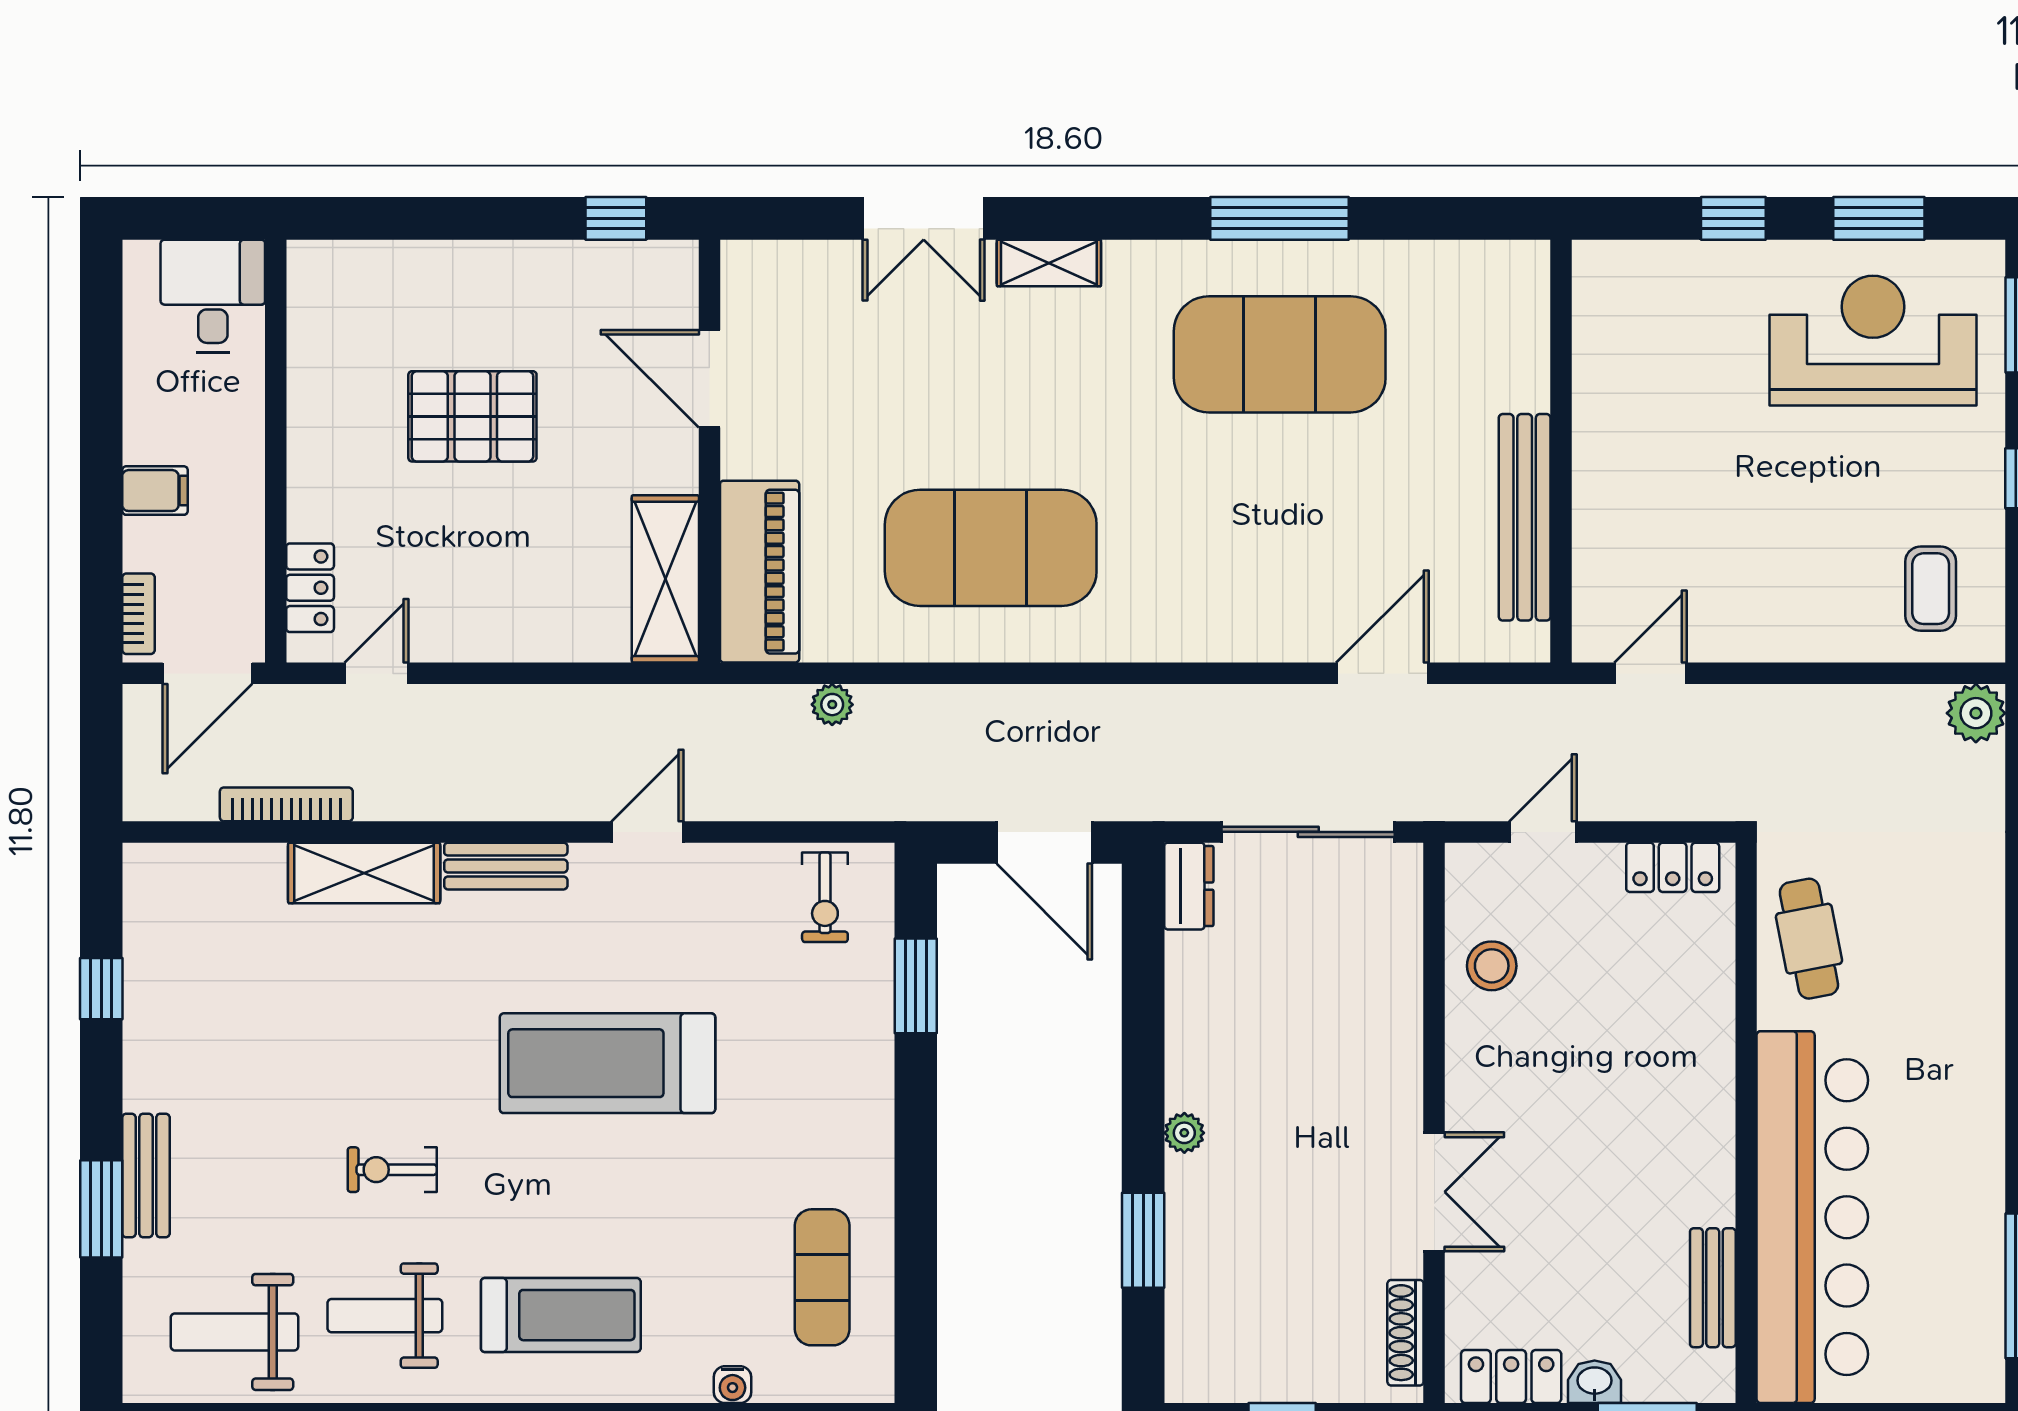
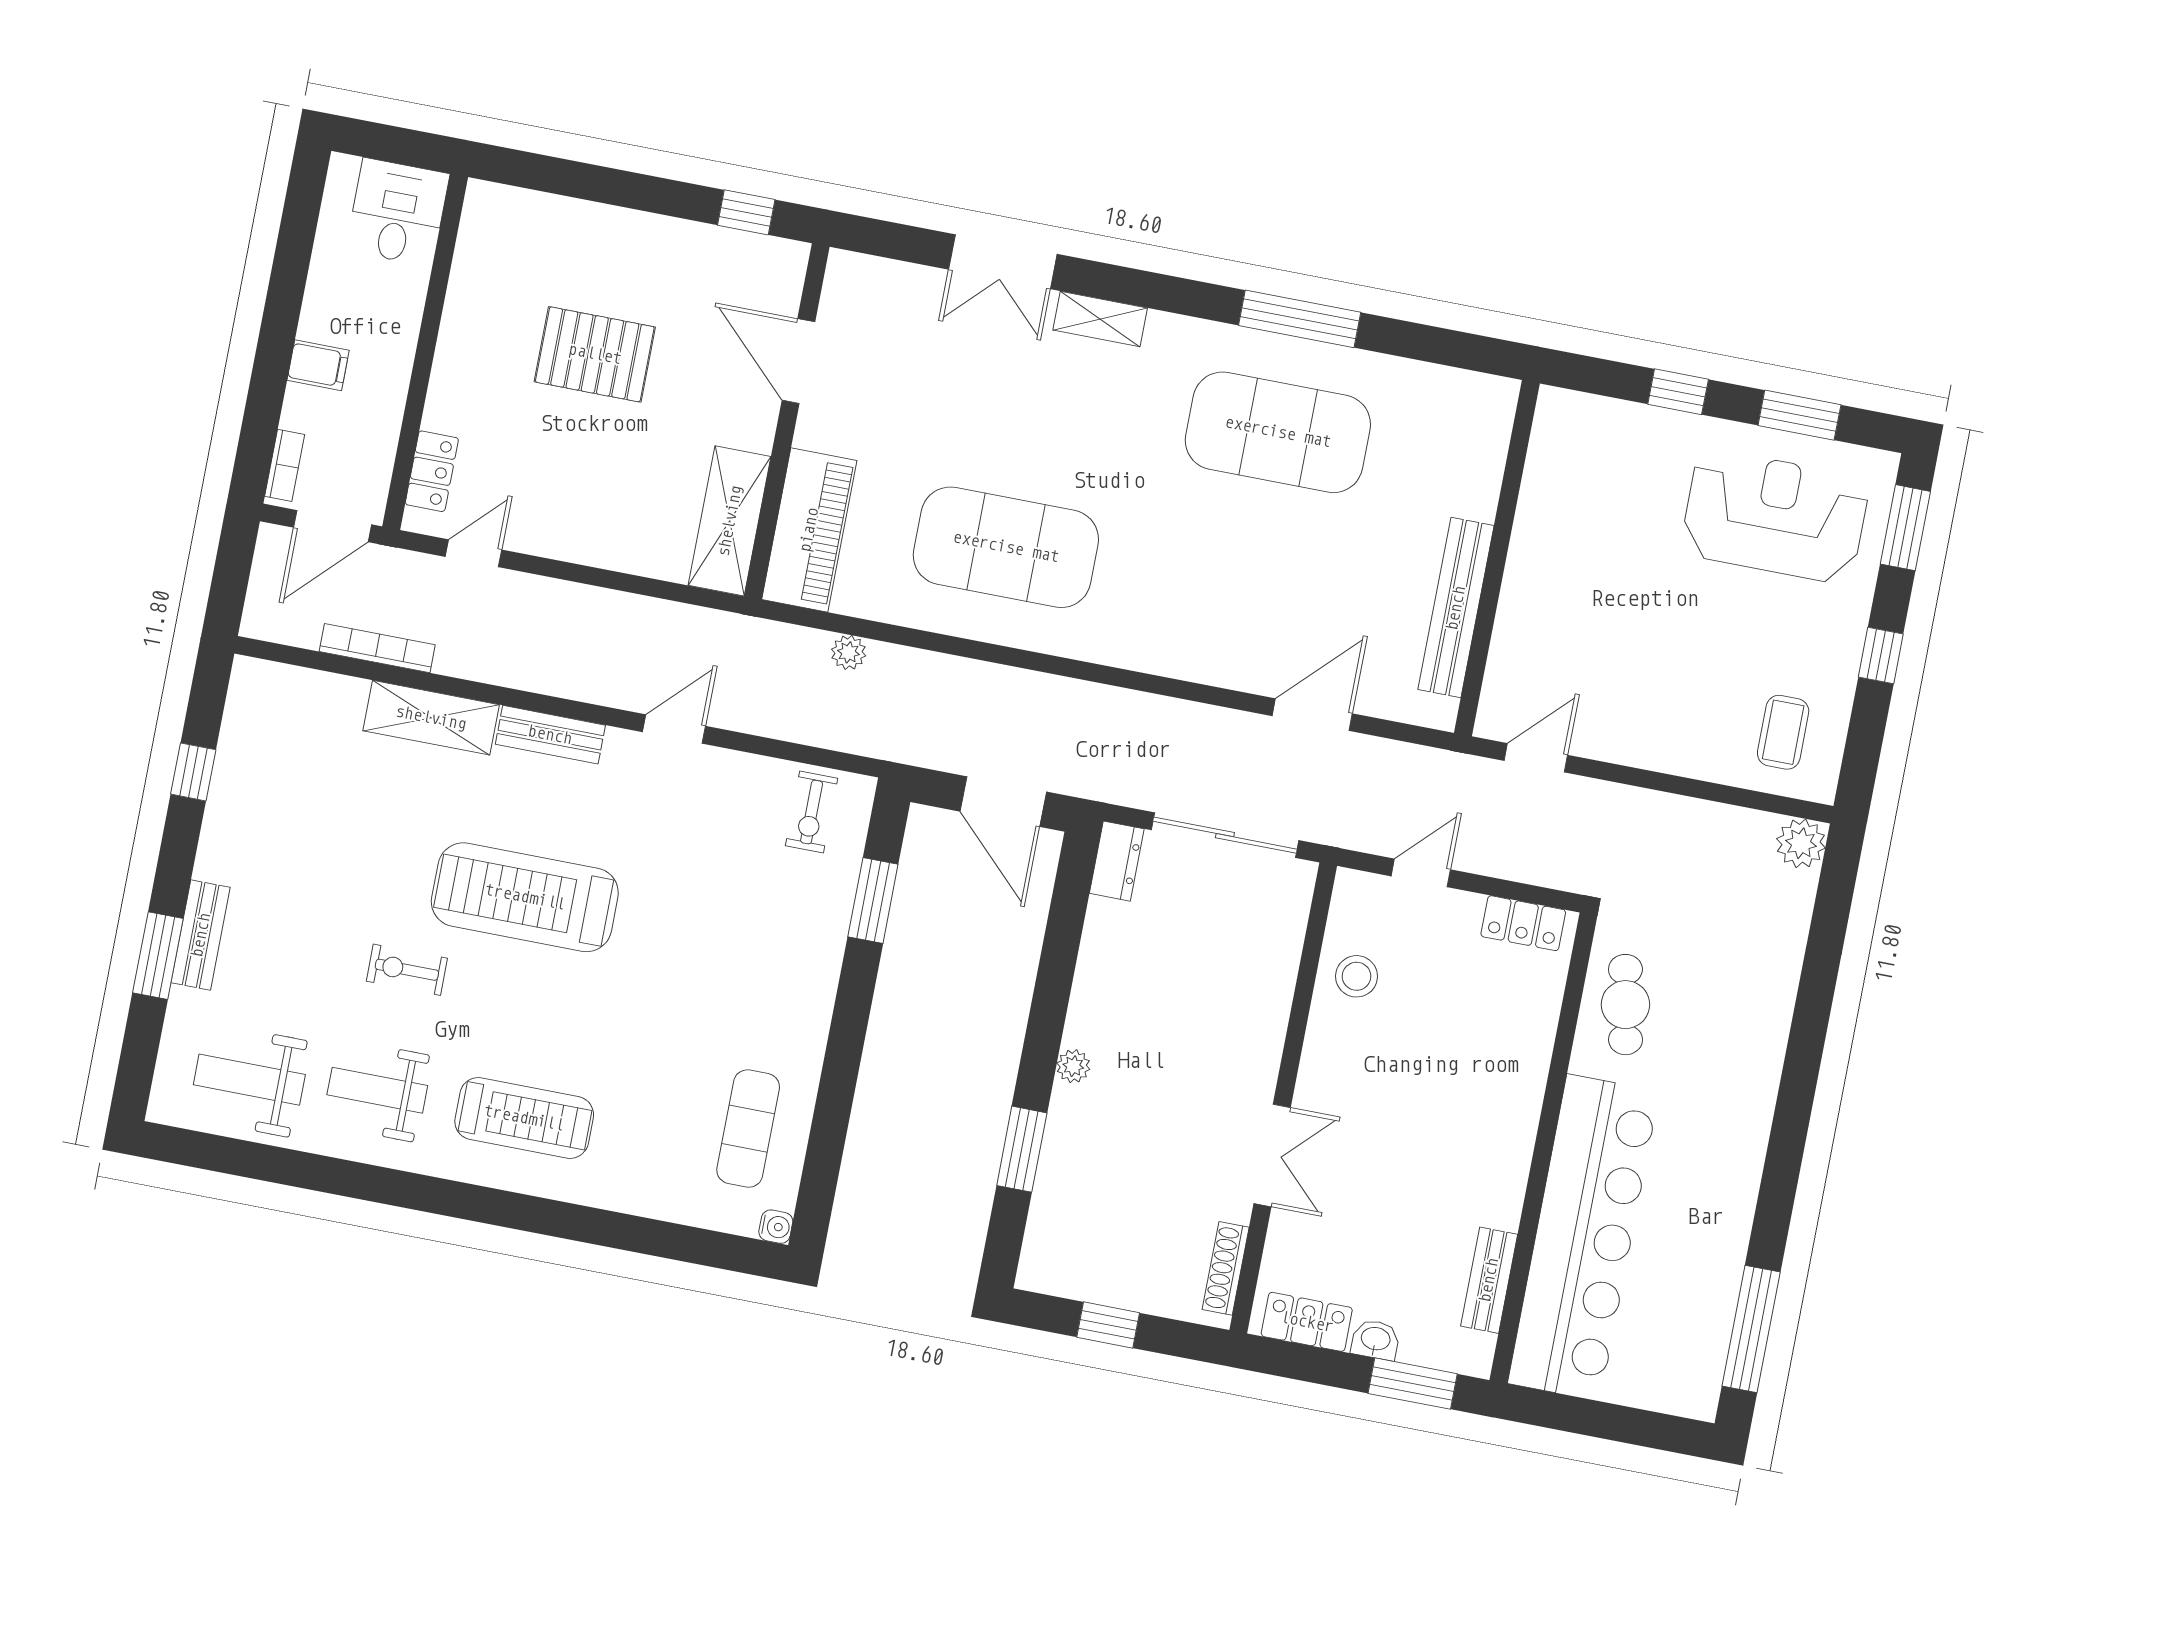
treadmill: (607, 1063) -> (525, 897), moved
water cooler: (732, 1385) -> (776, 1227), moved, turned -90

